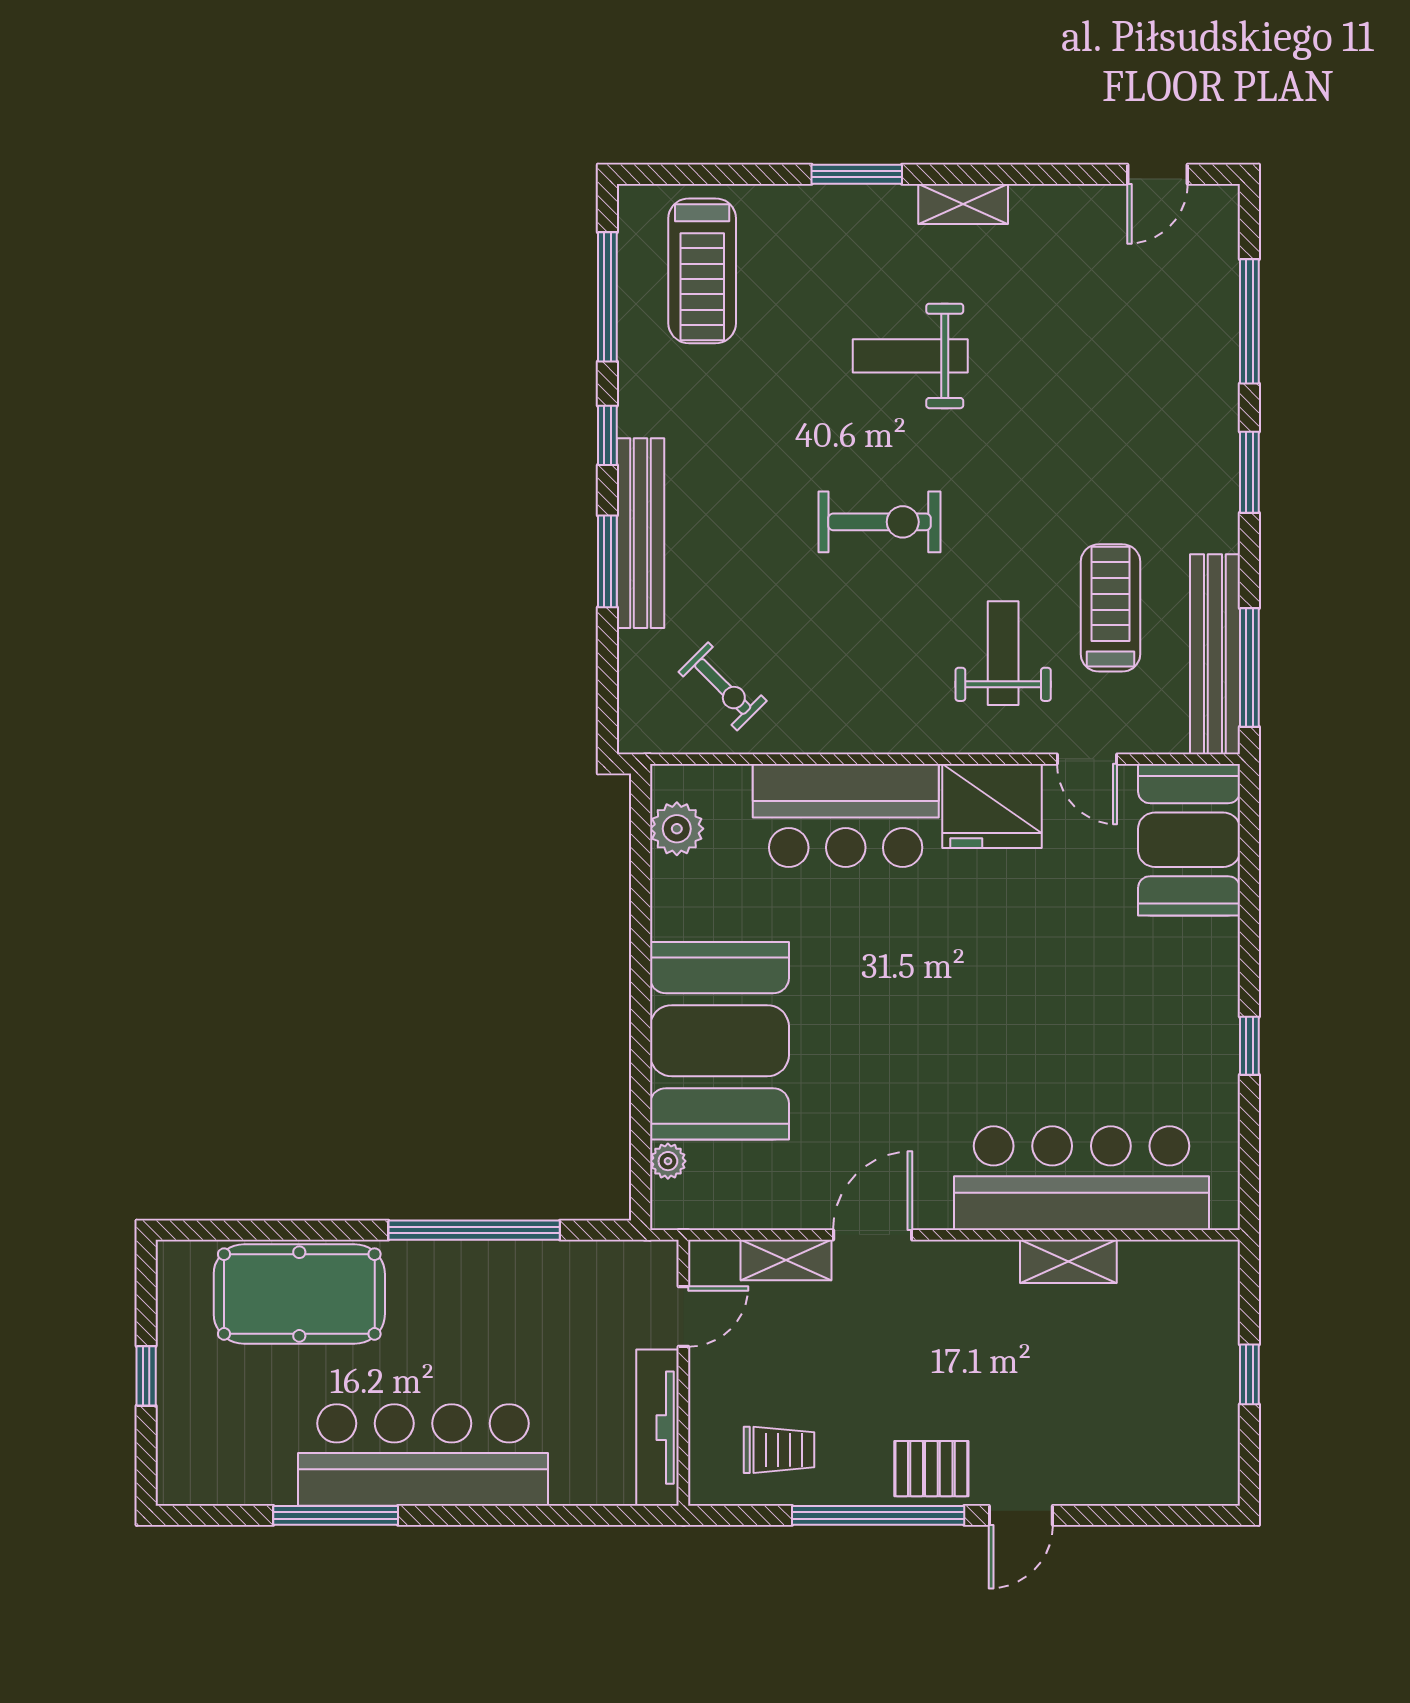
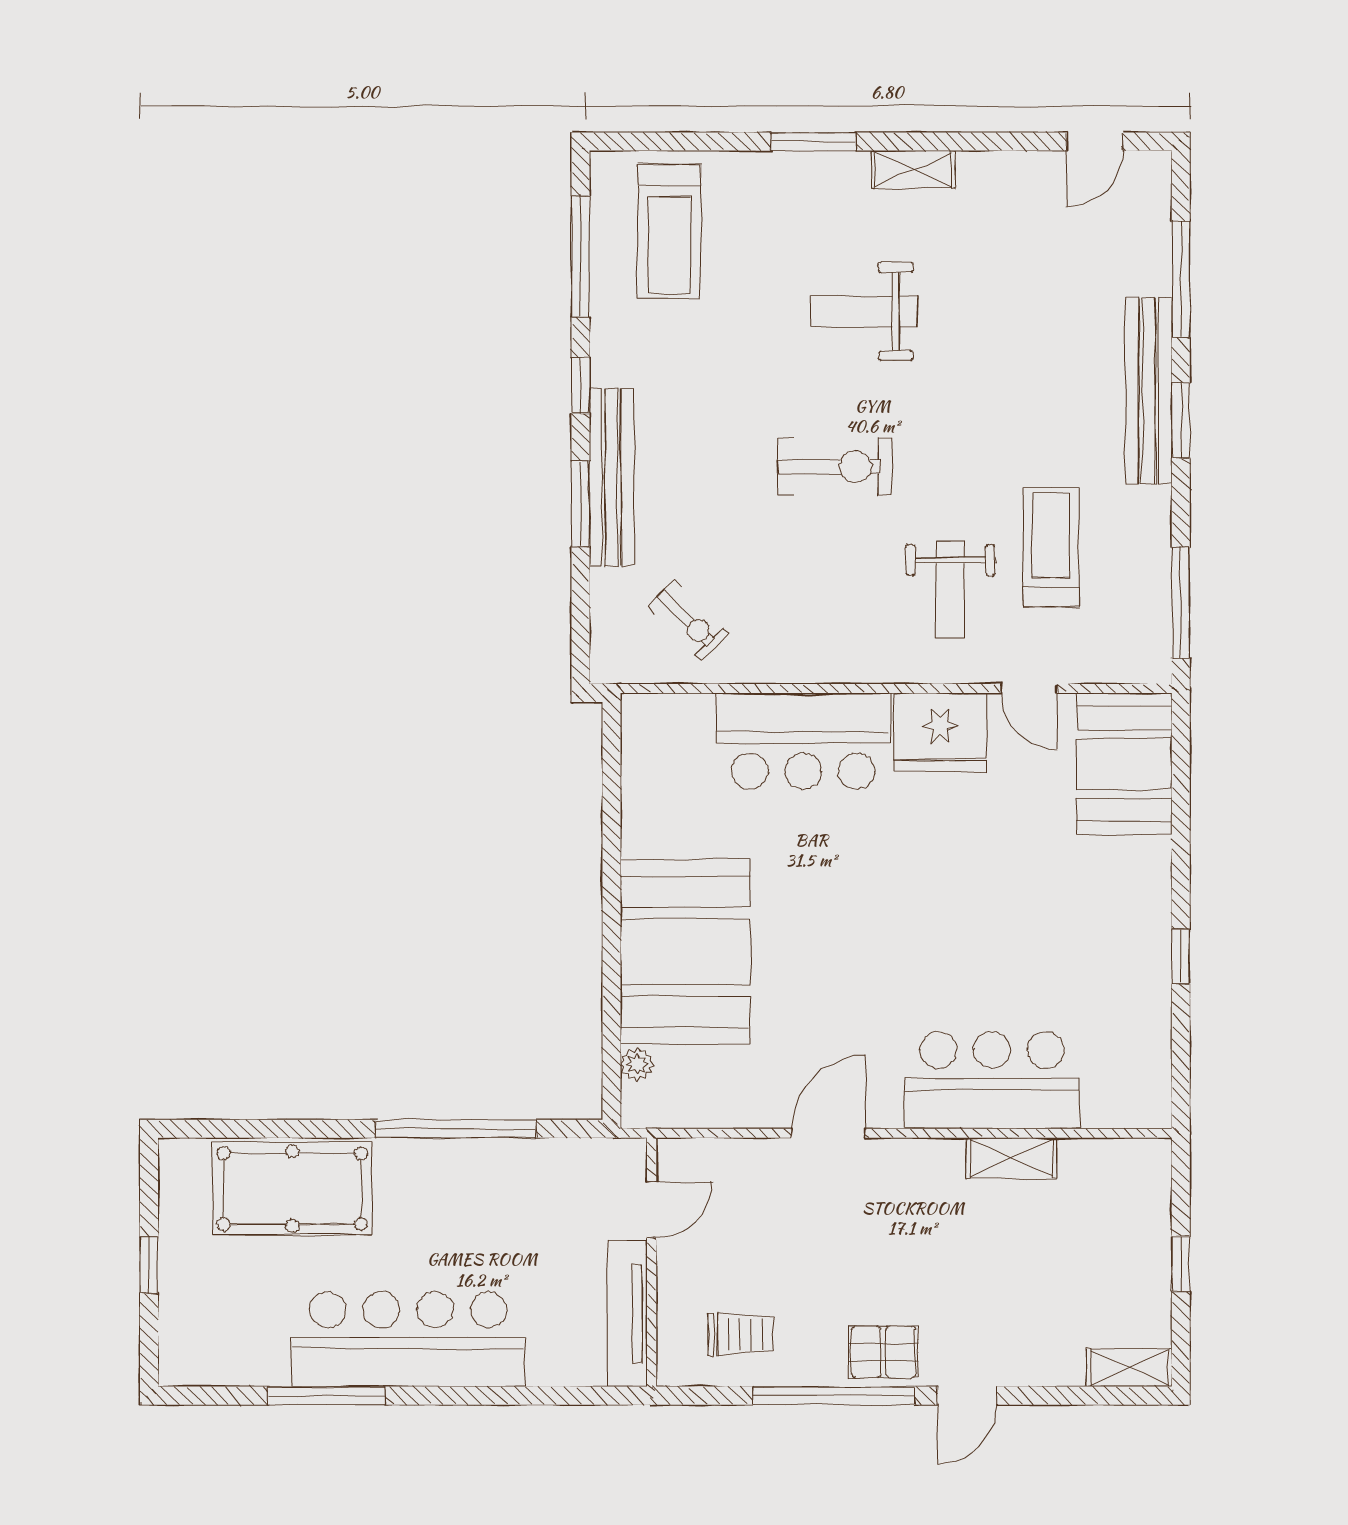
weight bench: (1003, 653) -> (951, 589), turned 180
bench: (1215, 654) -> (1149, 391), moved
plant: (677, 829) -> (645, 754), removed
bar counter: (1082, 1178) -> (992, 1080), width x0.73
shelving: (786, 1260) -> (1129, 1368), moved

